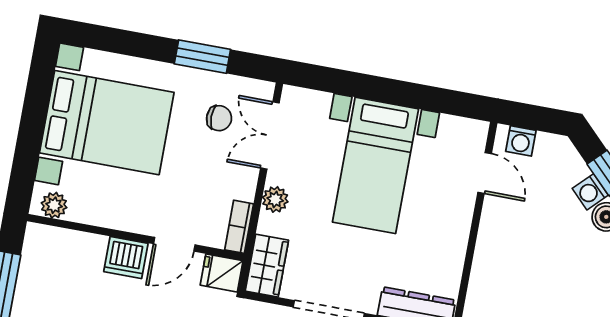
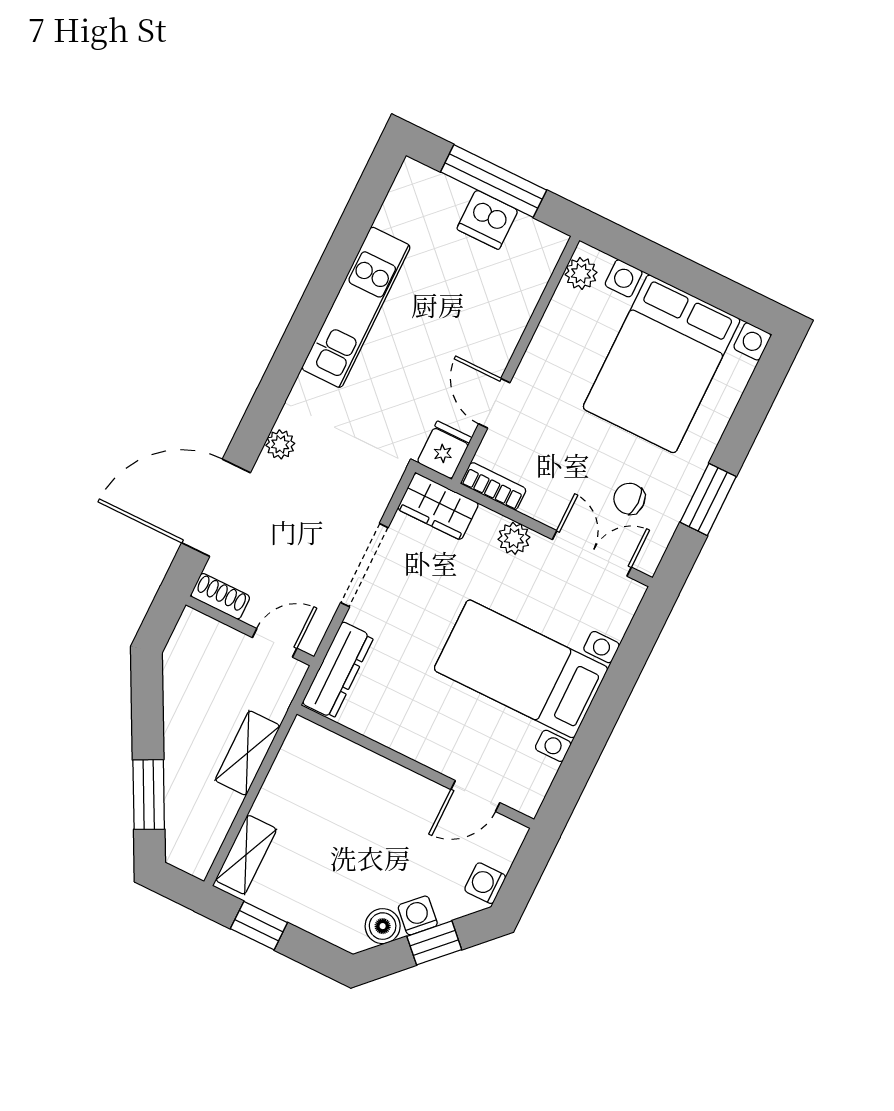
chair: (219, 118) -> (629, 499), turned 90
washing machine: (521, 141) -> (485, 883), moved
dishwasher: (126, 257) -> (487, 220), moved, turned -90

